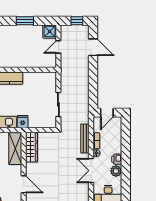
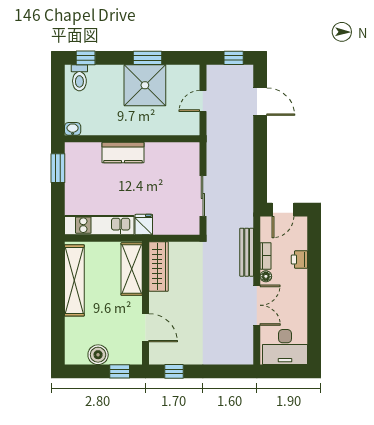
shower: (50, 32) -> (145, 85), moved, width x1.86, depth x1.86
printer: (117, 159) -> (299, 260), moved
double door: (91, 171) -> (257, 305), swing flipped
plant: (116, 171) -> (298, 306), removed

